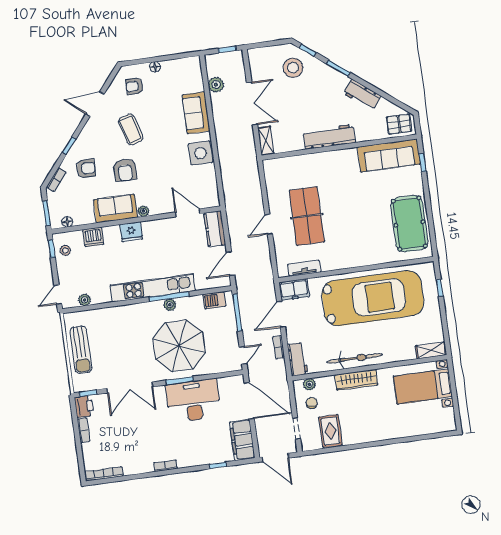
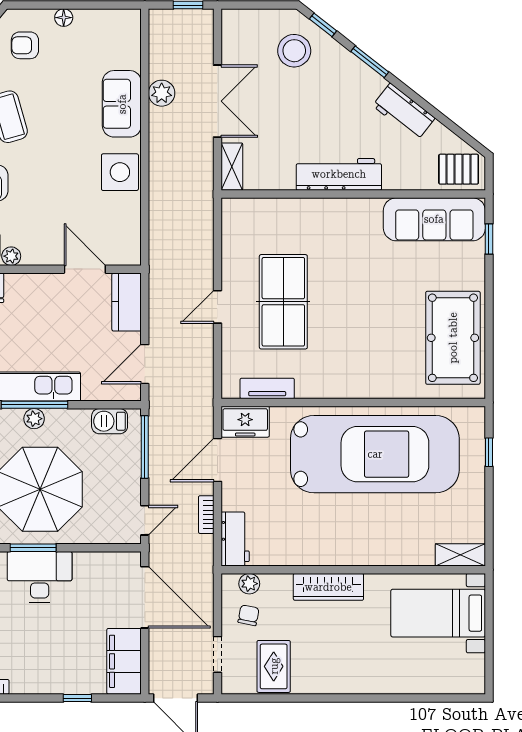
plant: (216, 85) -> (162, 93), moved
bicycle: (355, 358) -> (331, 551), removed
desk: (193, 401) -> (40, 577), width x0.73, depth x0.77

